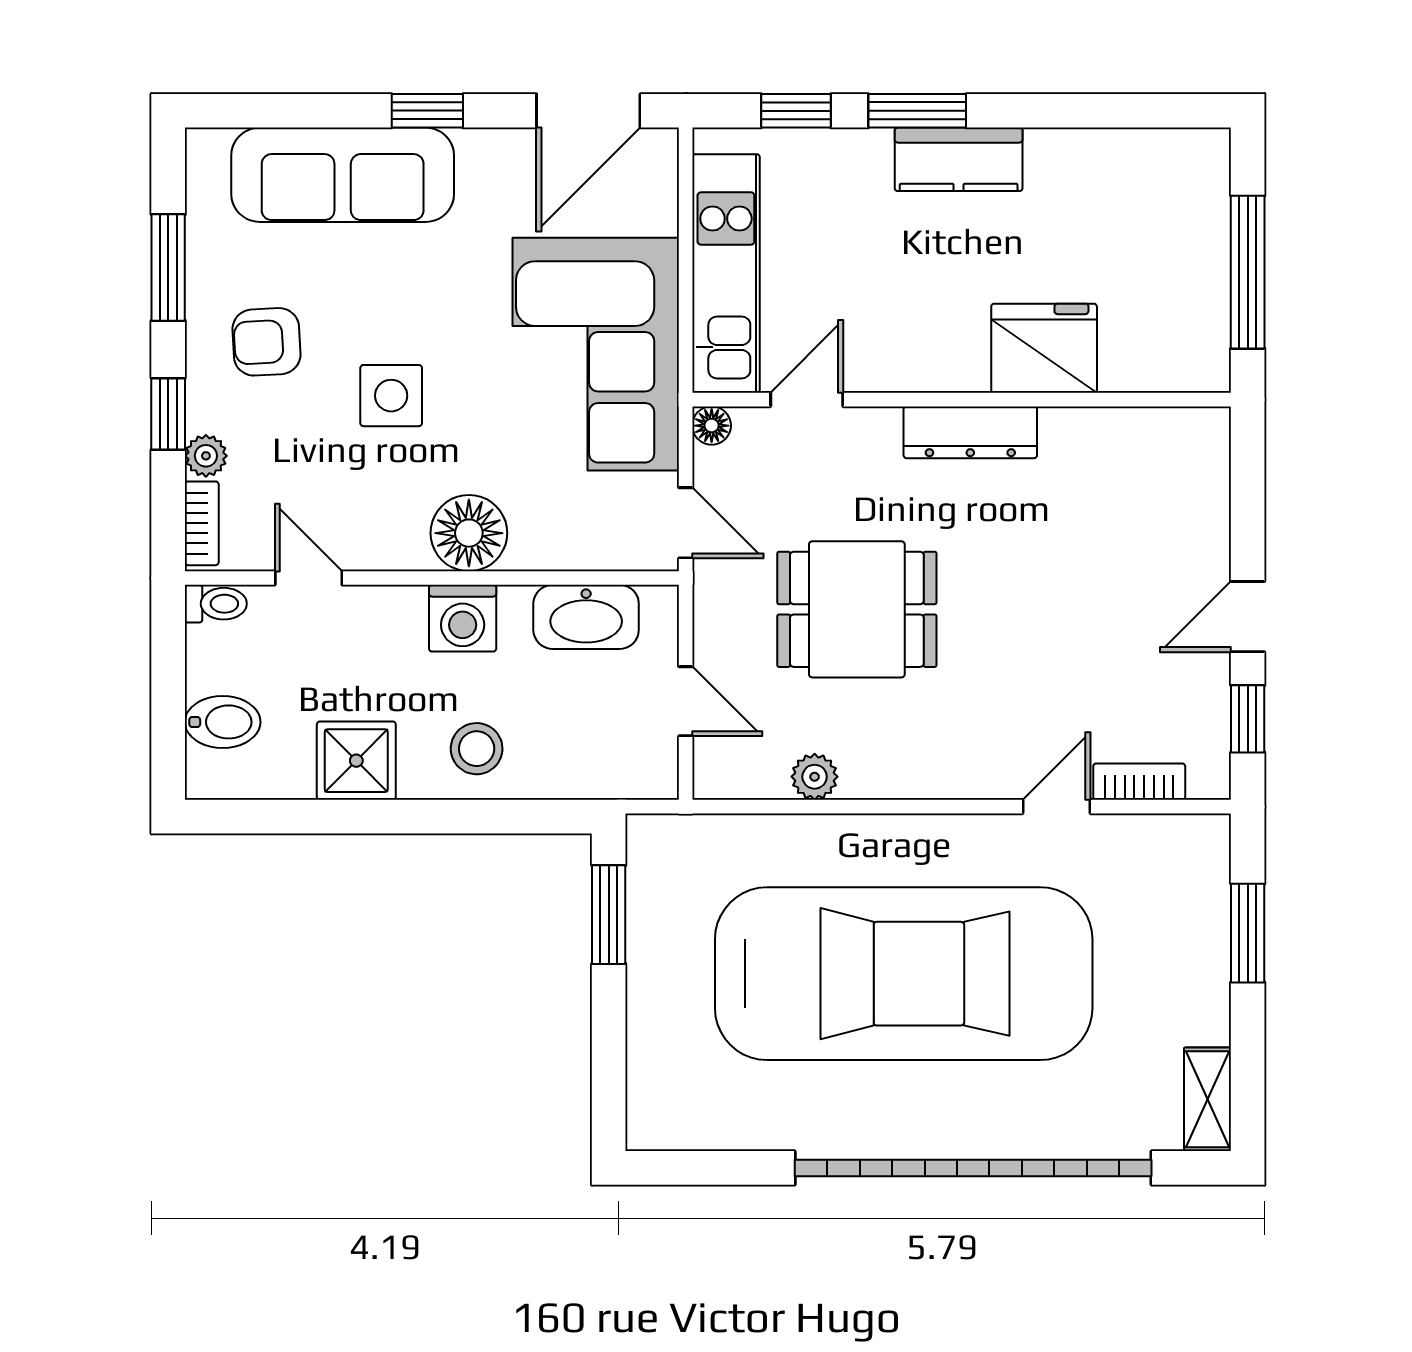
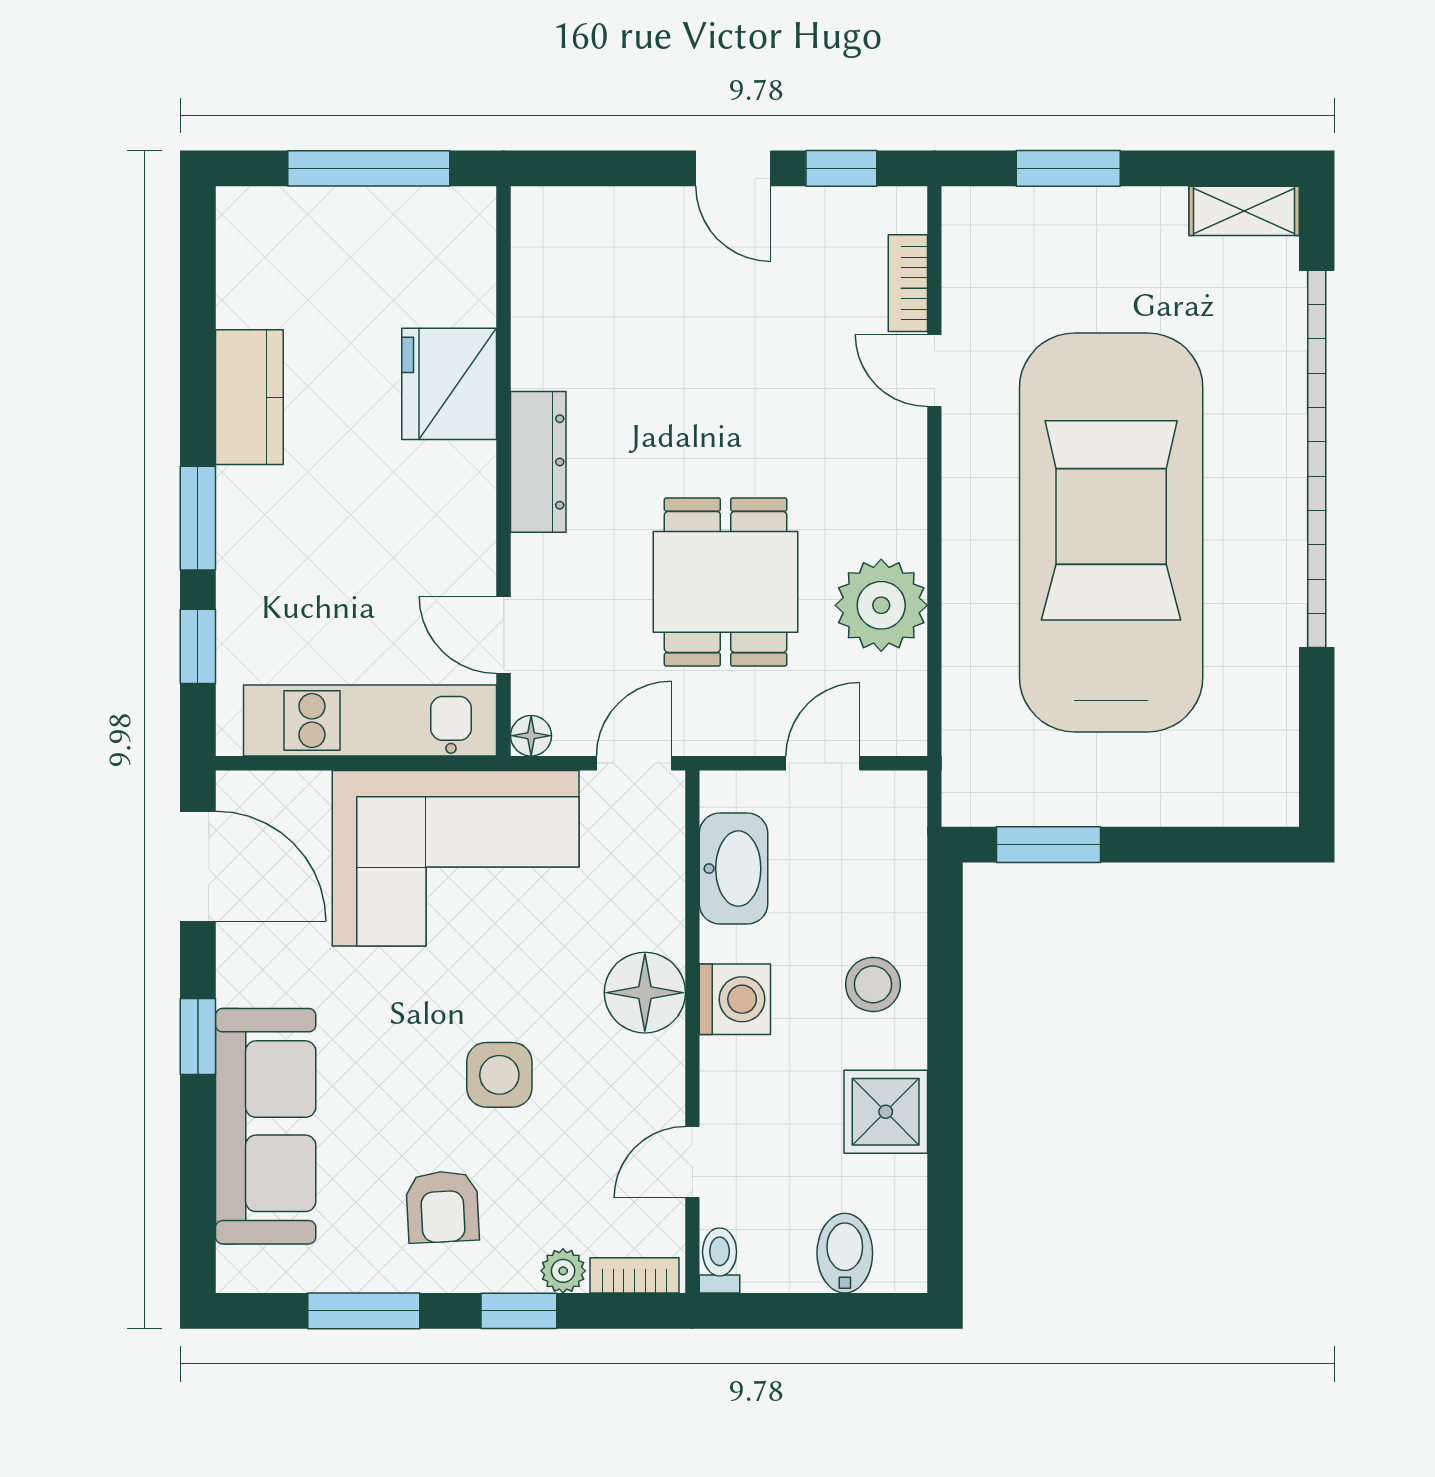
kitchen counter: (959, 159) -> (249, 397), moved
plant: (815, 777) -> (881, 605), width x1.87, depth x1.87

